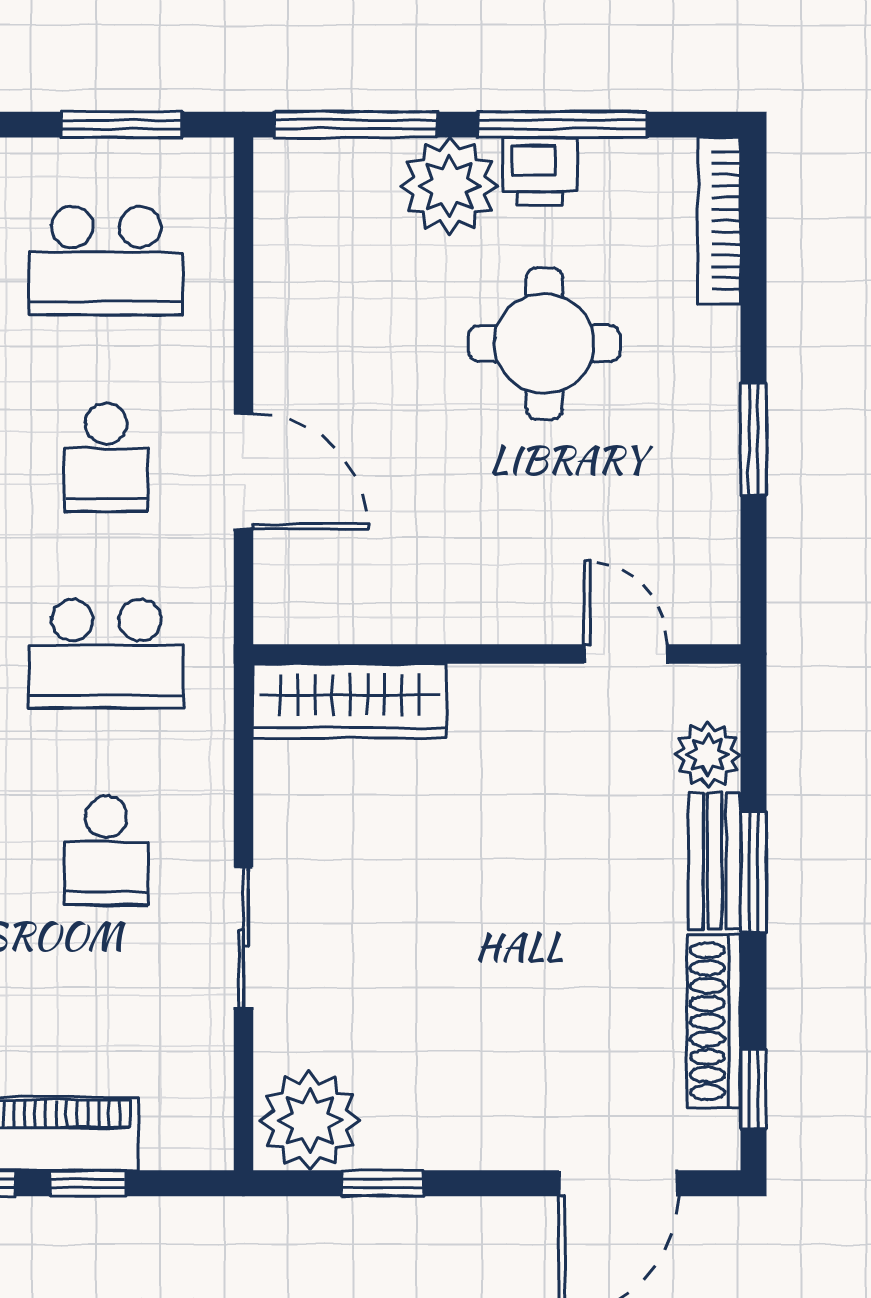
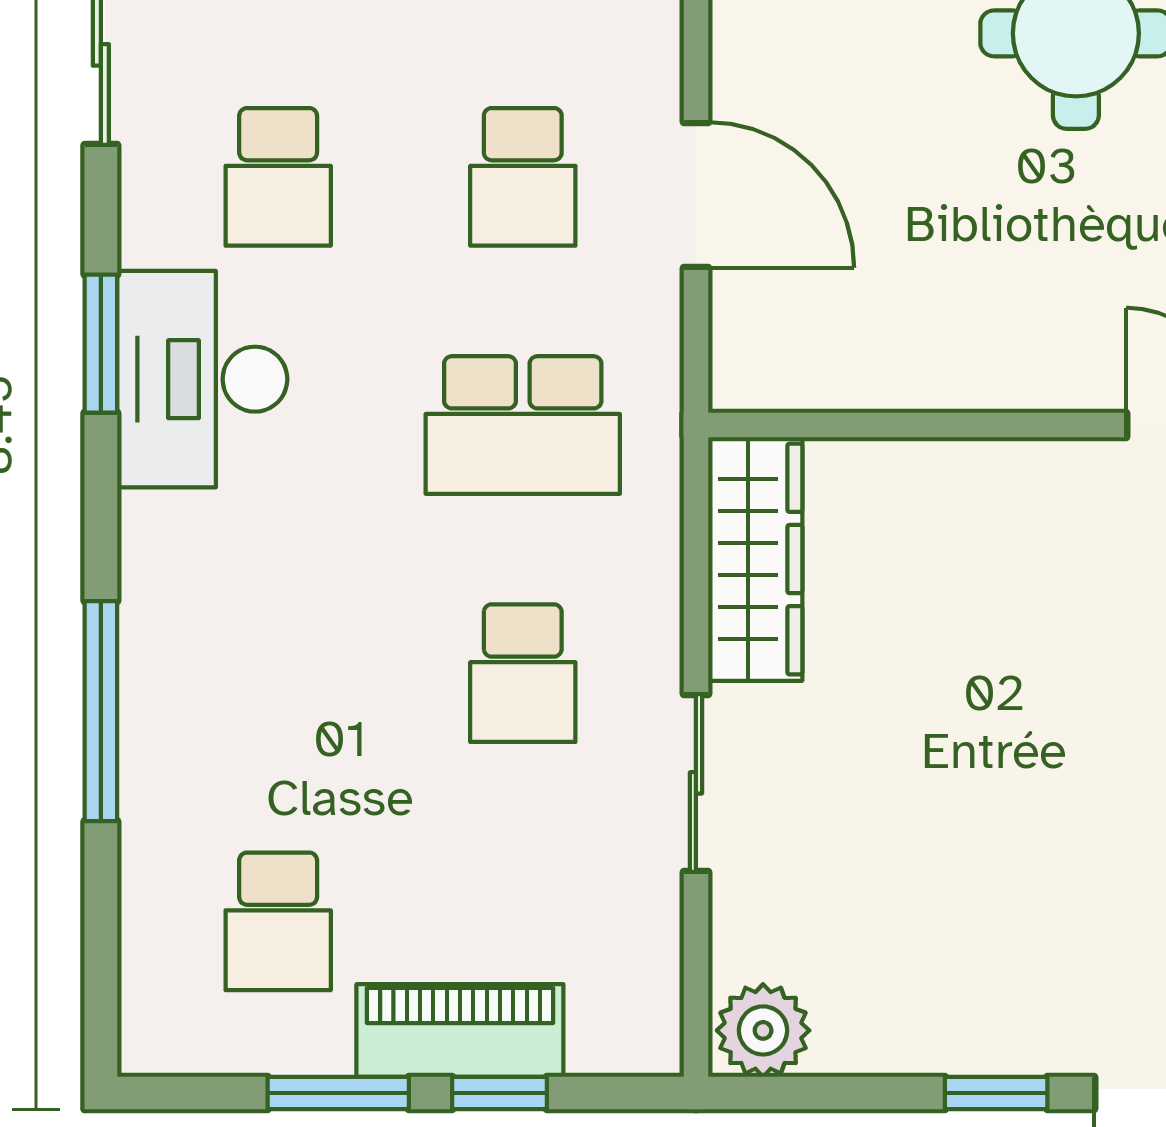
wardrobe: (350, 701) -> (755, 559), moved, turned -90
plant: (310, 1120) -> (763, 1030), width x0.73, depth x0.73
window: (383, 1183) -> (996, 1093), moved

